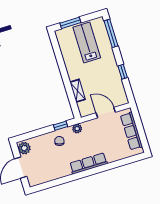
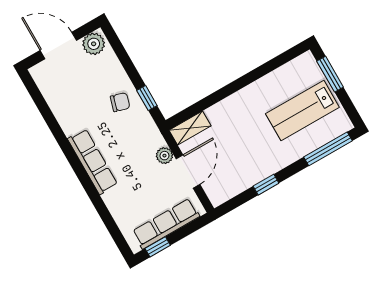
lab bench: (87, 43) -> (302, 110), turned 180
shelving: (78, 91) -> (190, 128), moved
plant: (77, 129) -> (164, 156), moved
window: (143, 139) -> (158, 247), added

